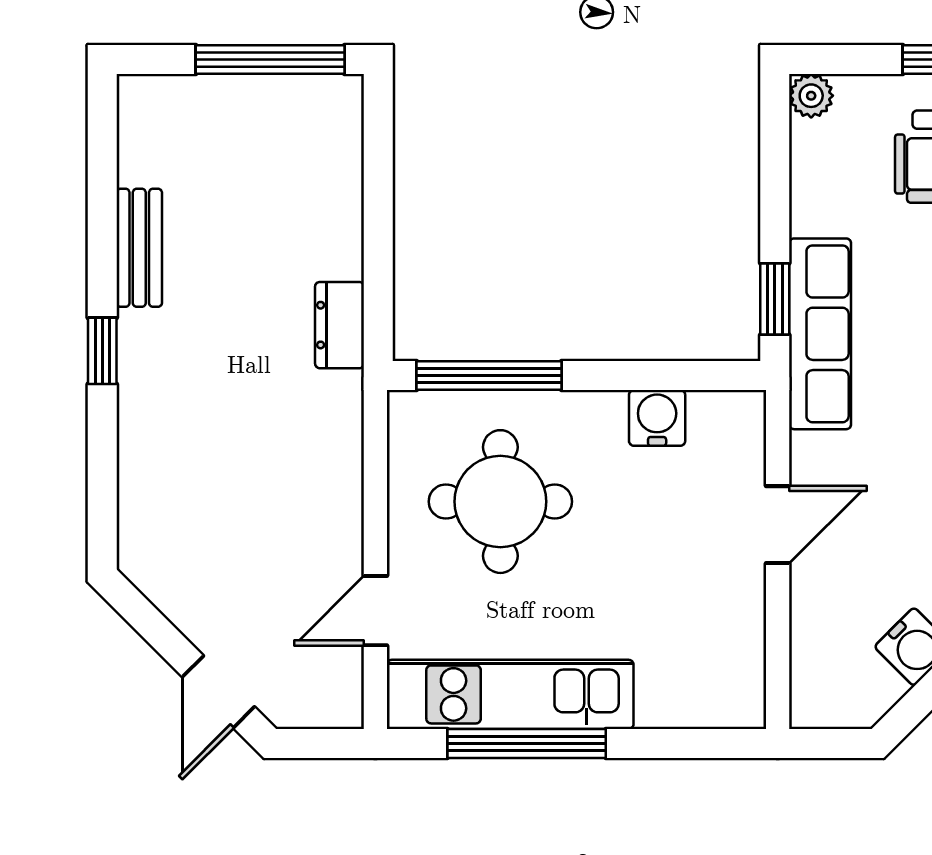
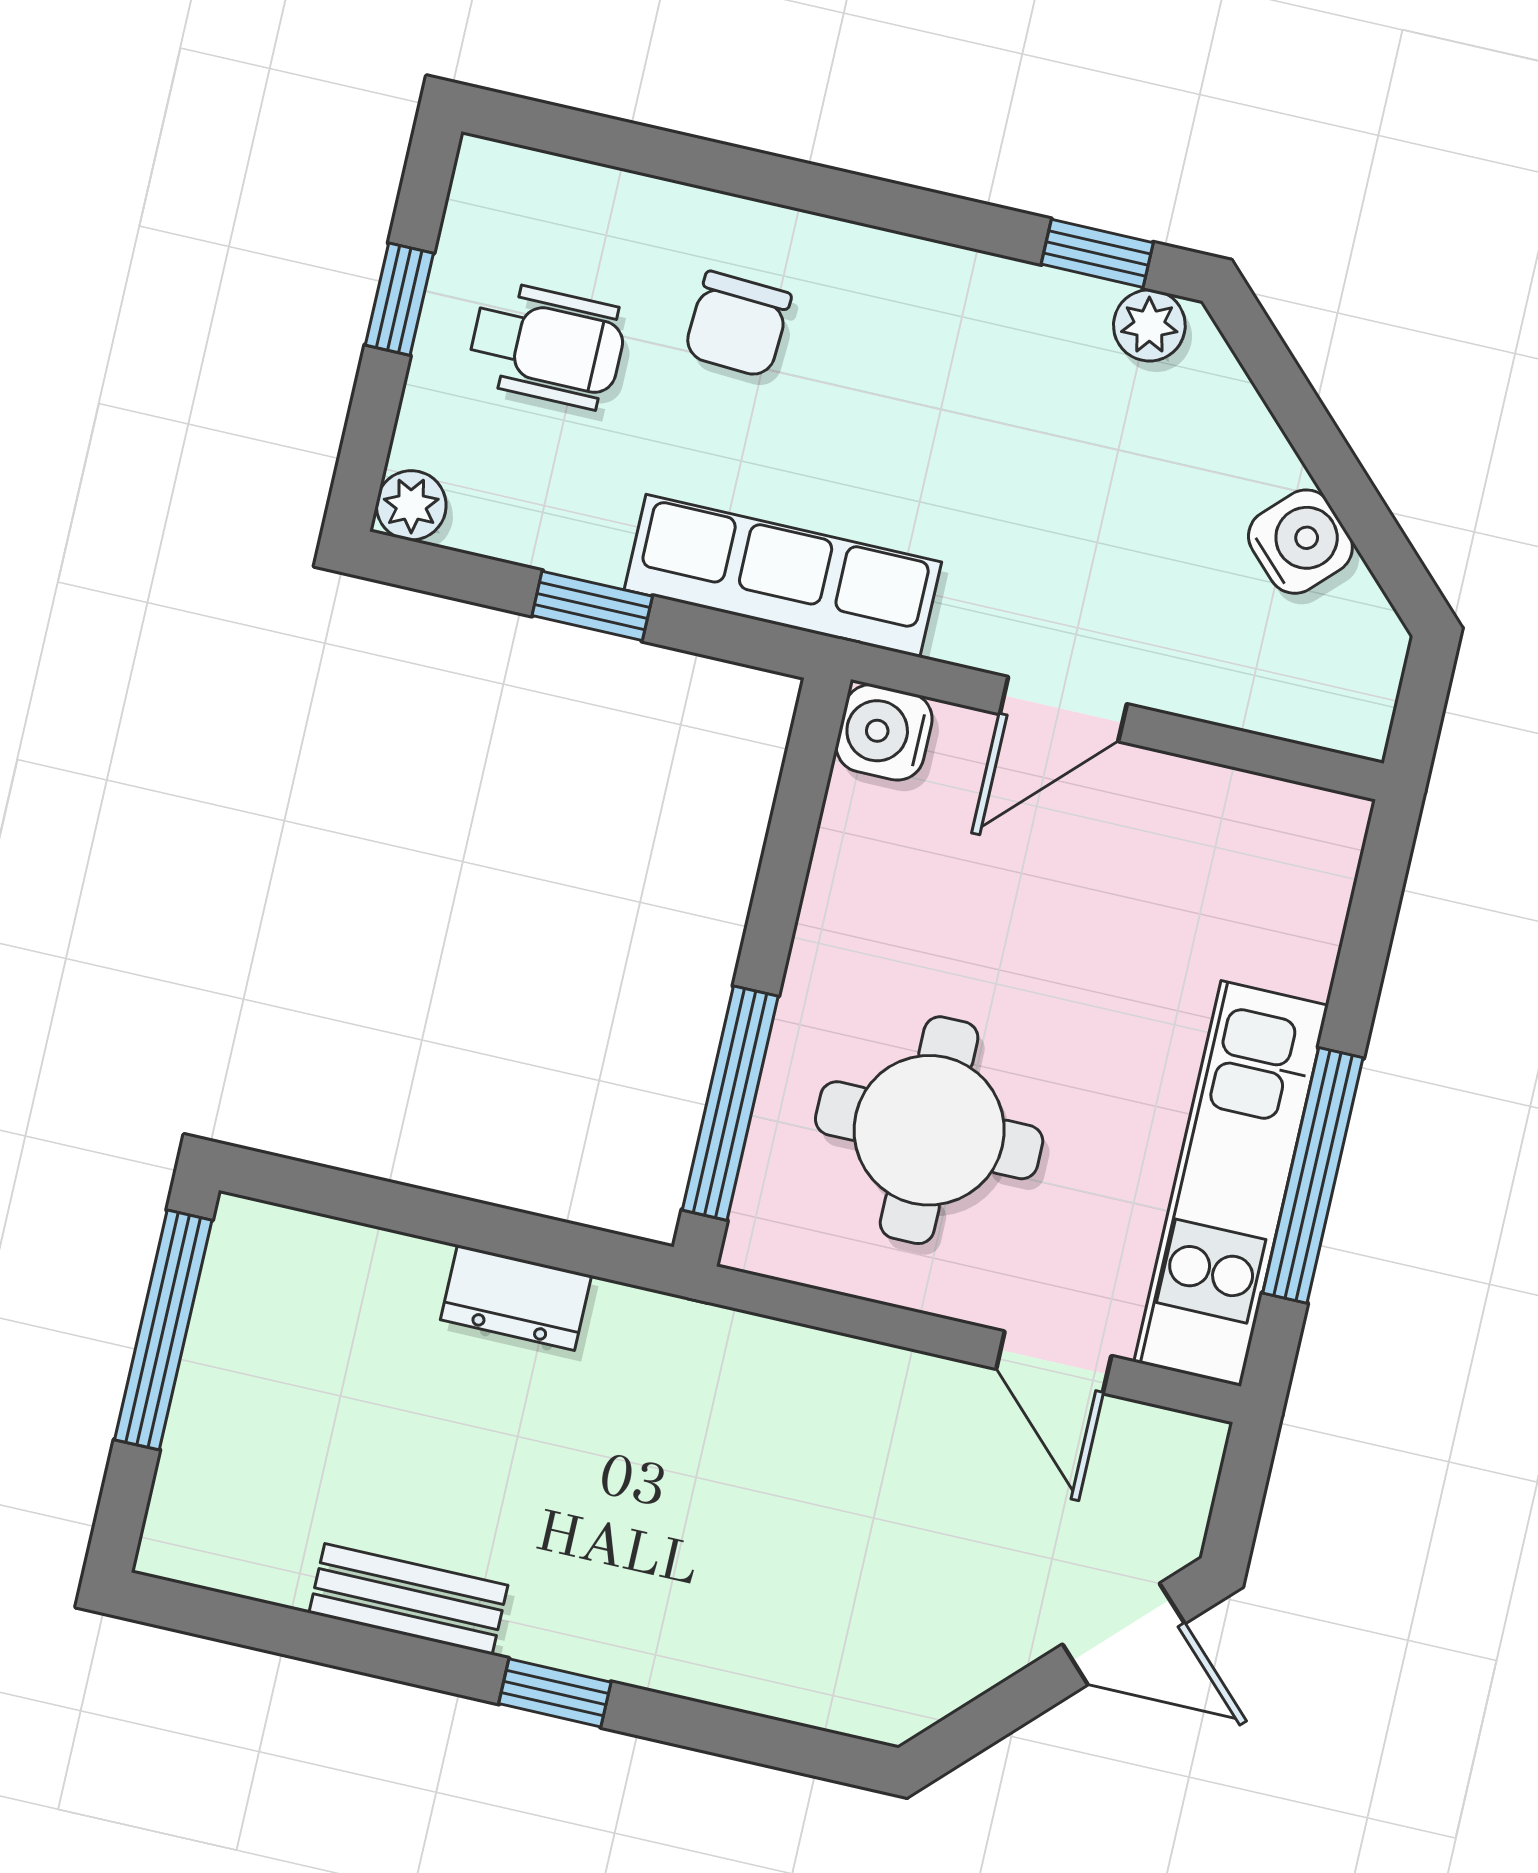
window: (775, 299) -> (592, 606), moved
dresser: (340, 325) -> (516, 1298), moved
water cooler: (657, 418) -> (884, 732), moved
door: (778, 525) -> (1063, 709), swing flipped

